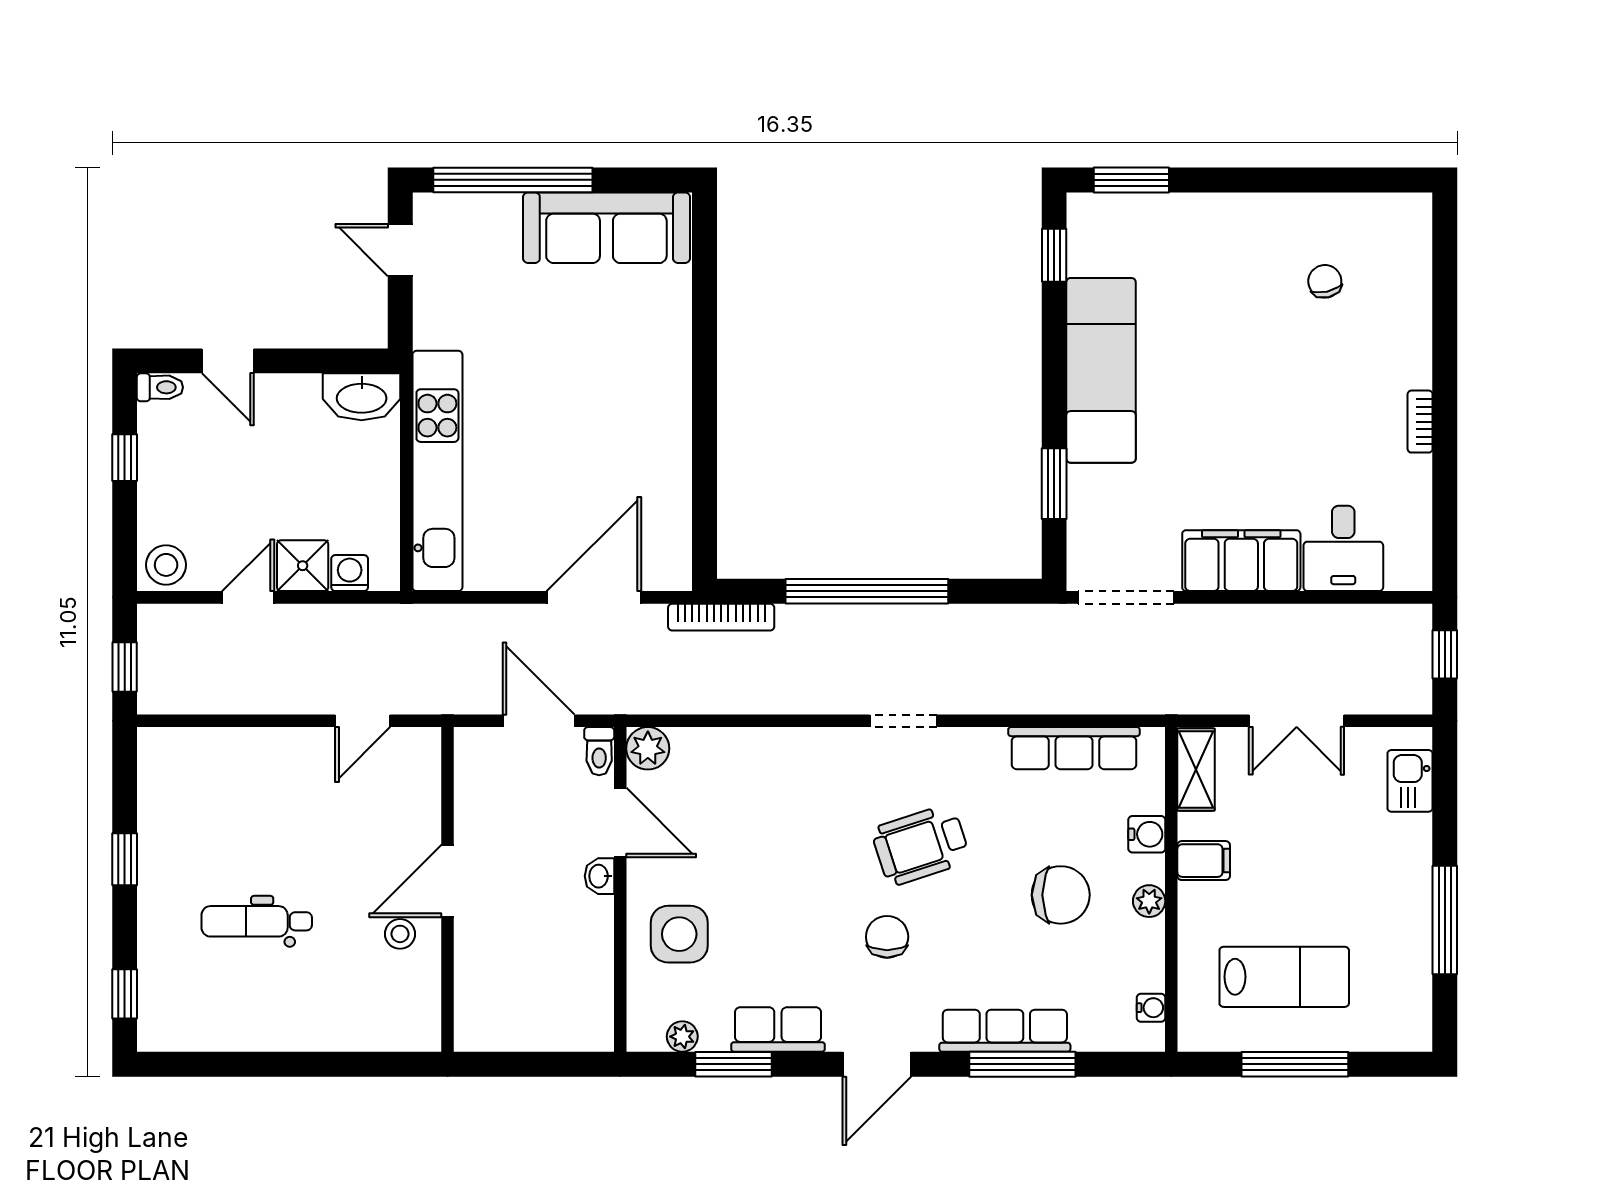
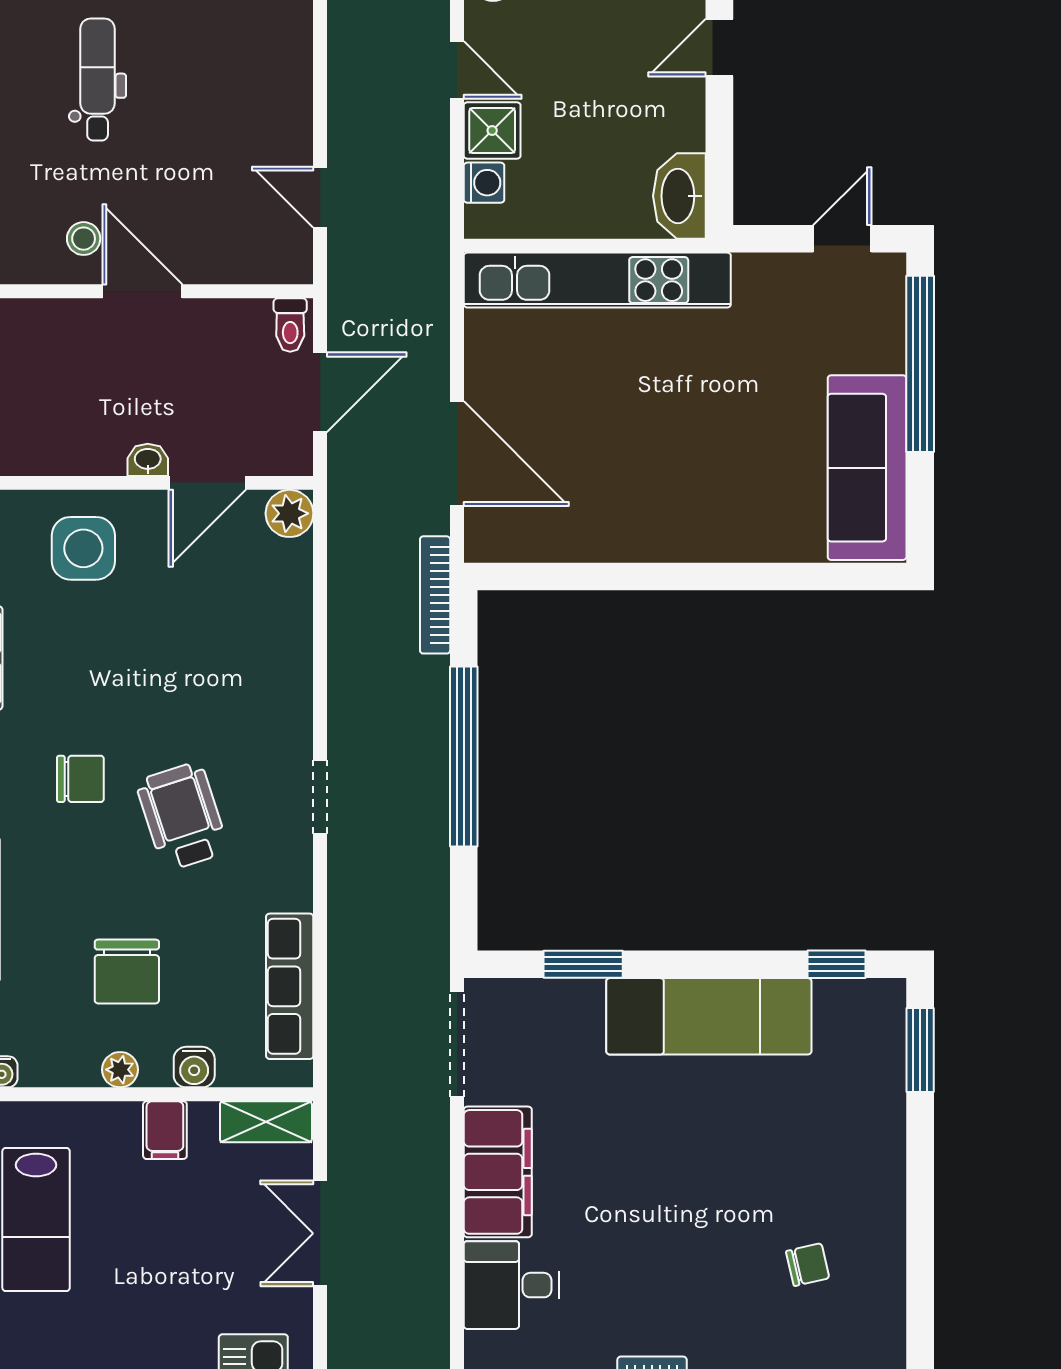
toilet: (599, 751) -> (290, 325), moved, turned -90

